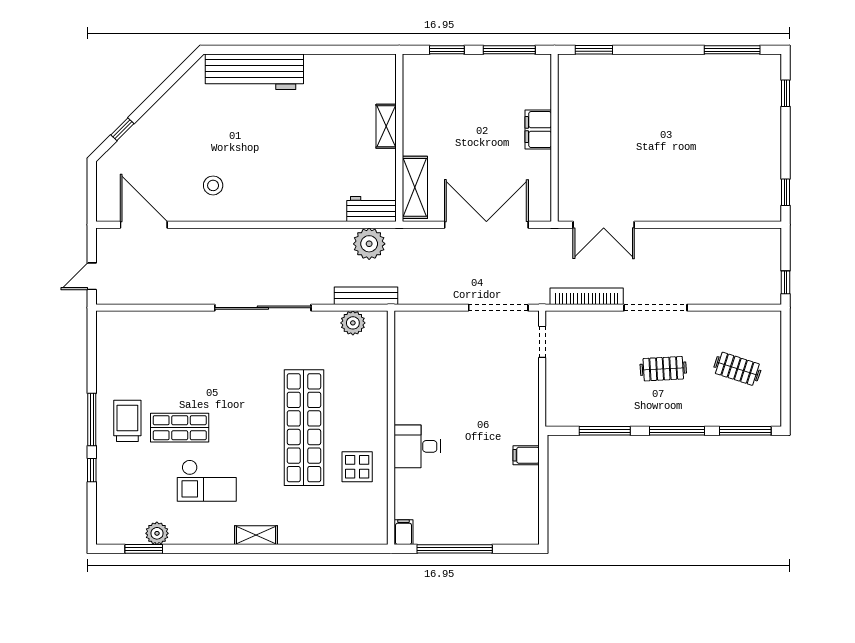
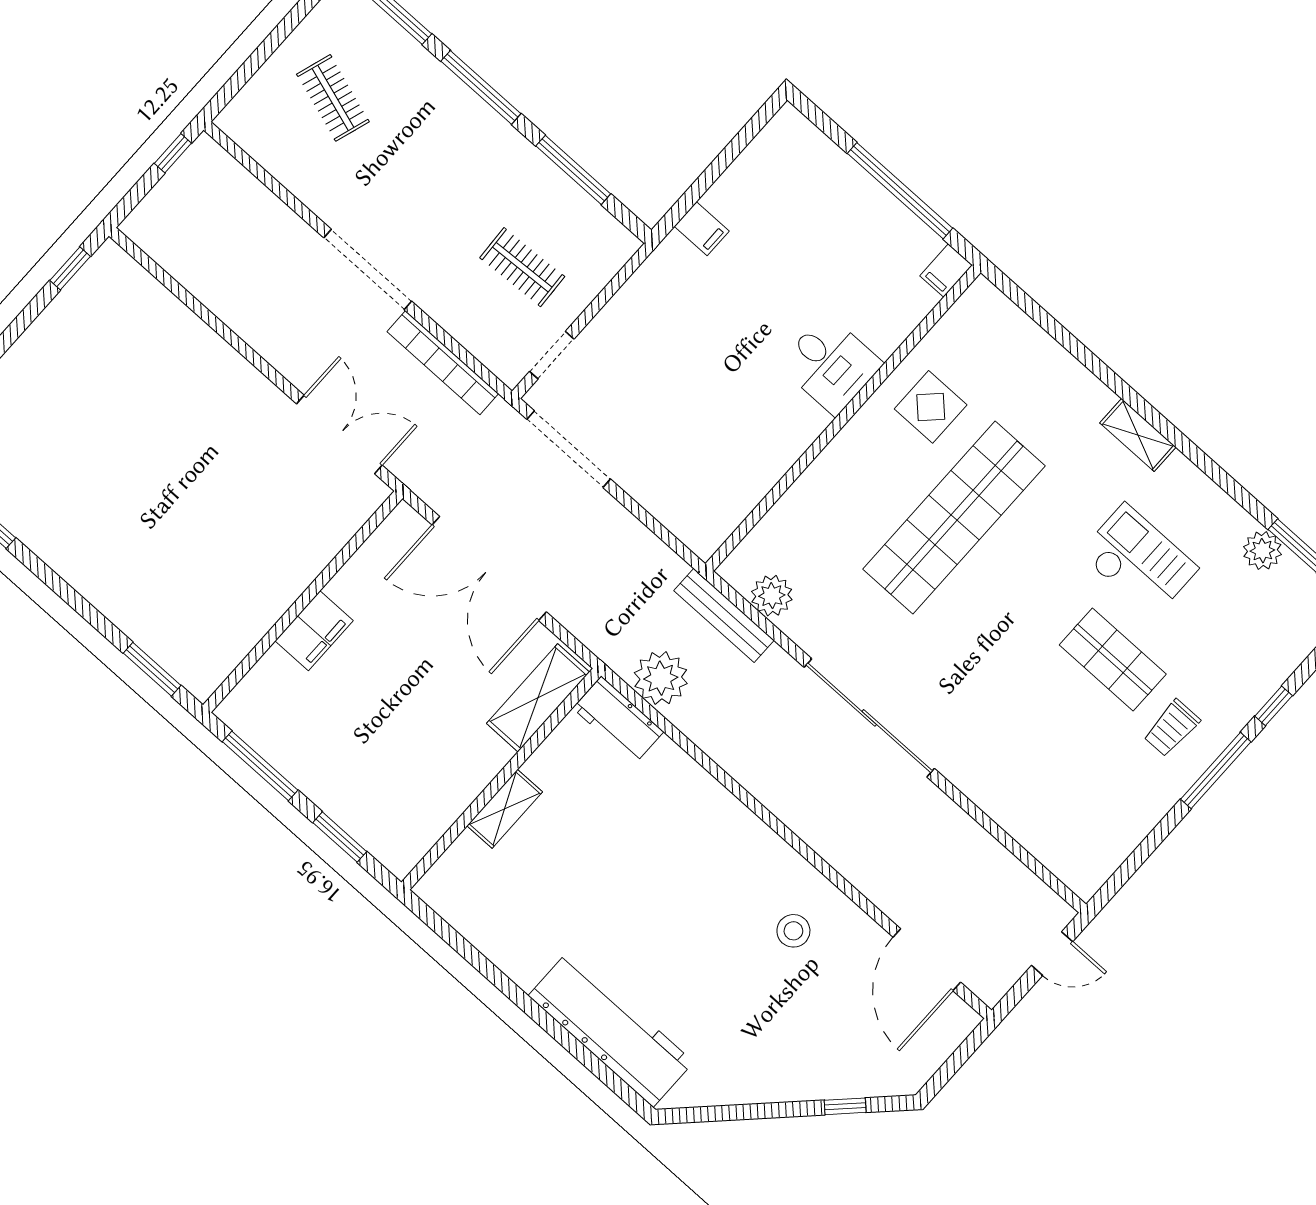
clothes rail: (663, 369) -> (522, 267), moved
trolley: (127, 421) -> (1172, 728), width x0.73, depth x0.72

